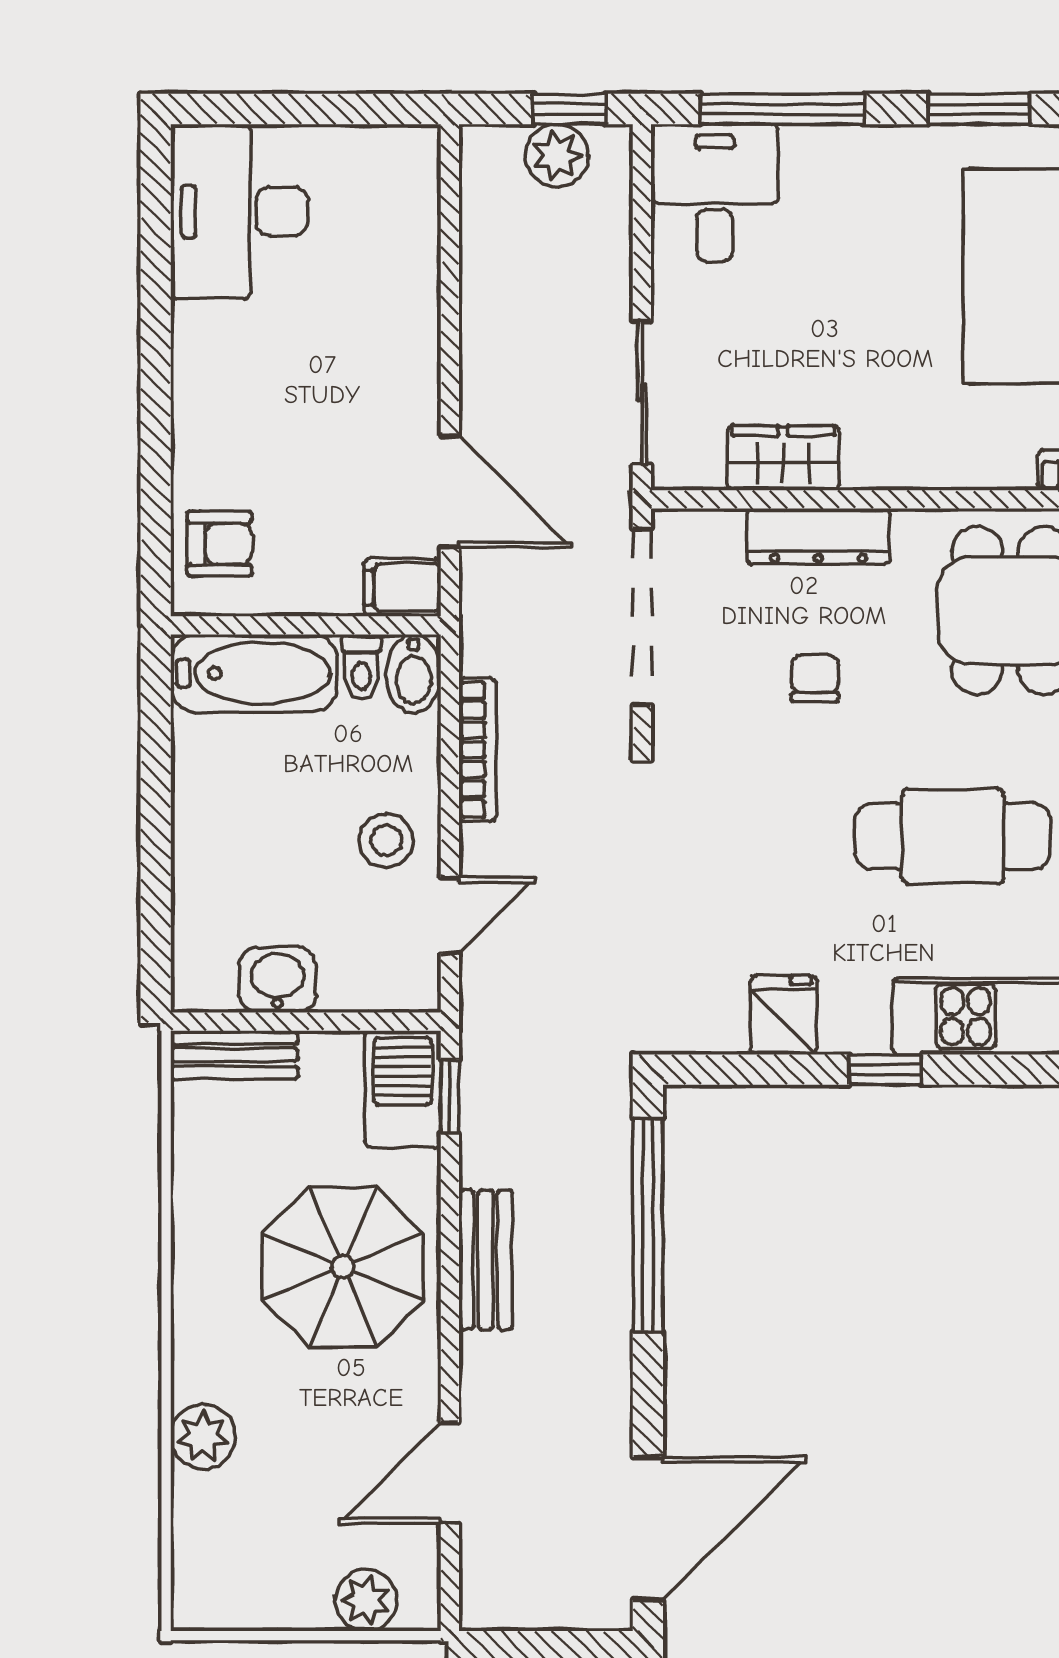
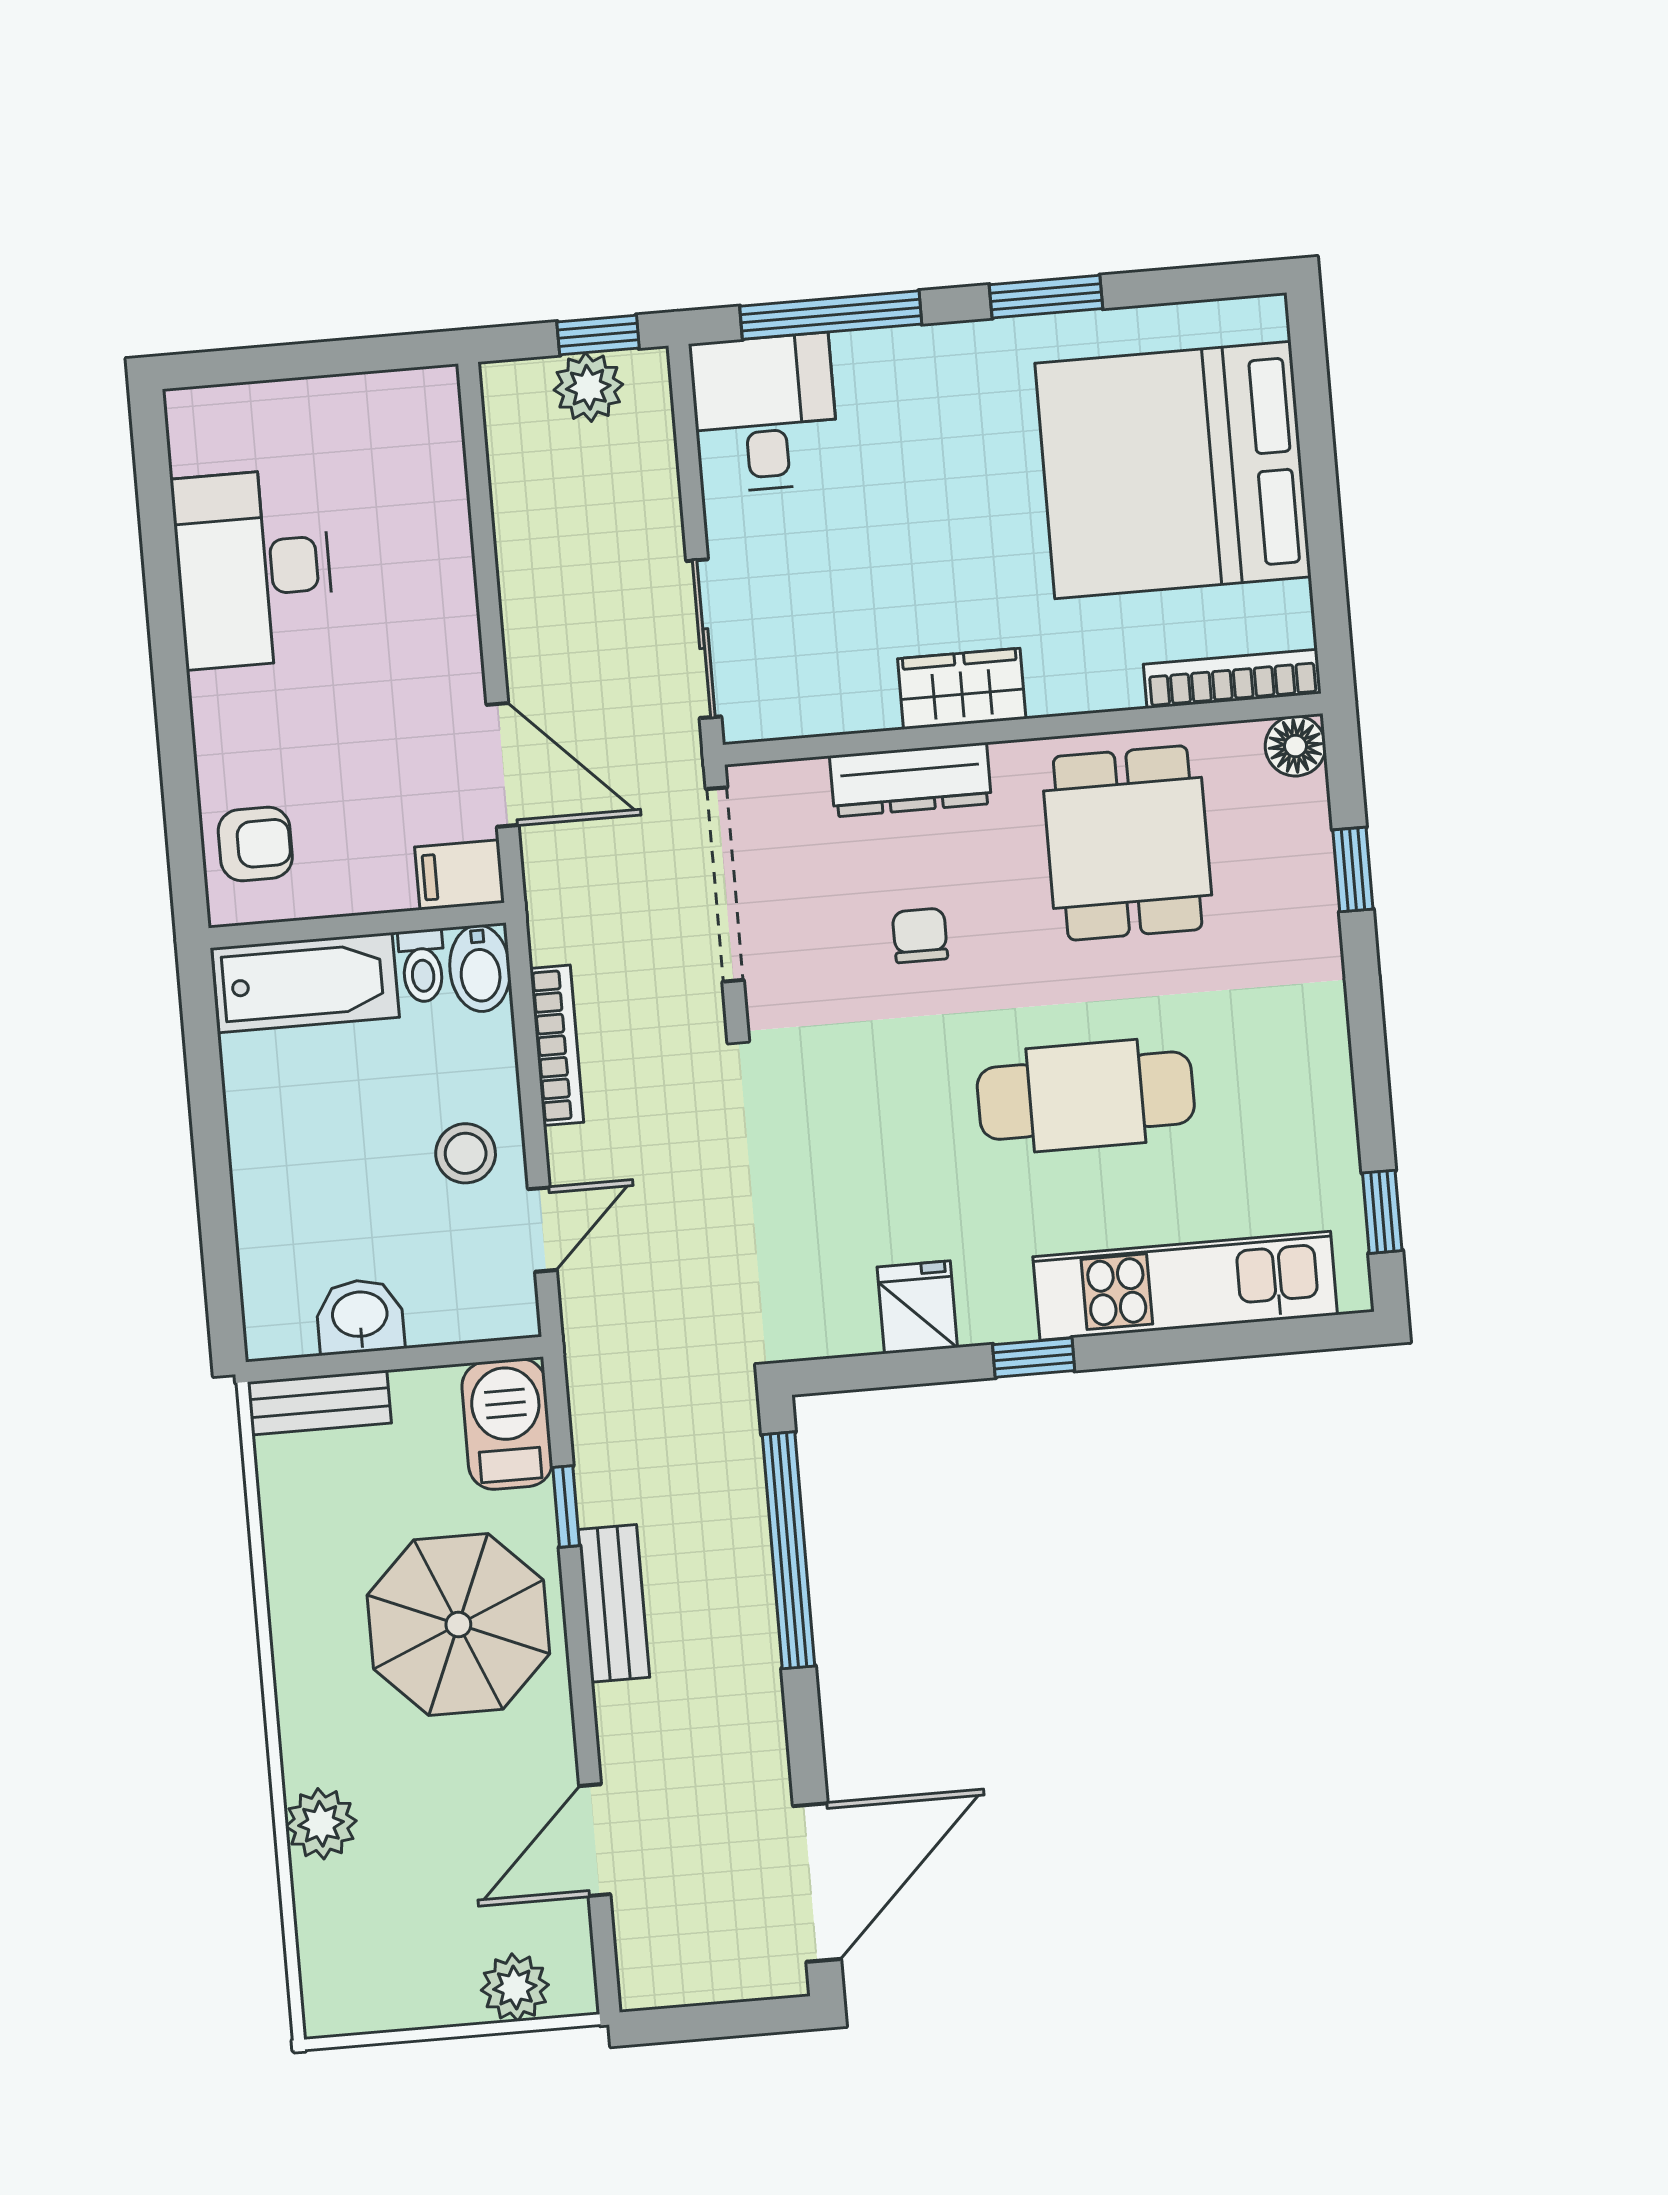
desk: (239, 211) -> (253, 568), moved
wardrobe: (783, 458) -> (962, 689), moved
window: (450, 1096) -> (566, 1507), moved

